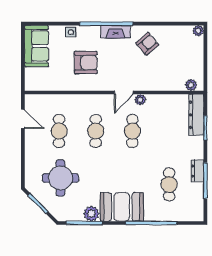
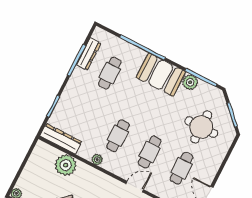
plant: (191, 85) -> (66, 165), moved, width x1.87, depth x1.87
door: (124, 92) -> (135, 187), moved
dresser: (196, 115) -> (61, 139), moved, turned -90
dresser: (197, 171) -> (89, 54), moved, width x1.44

